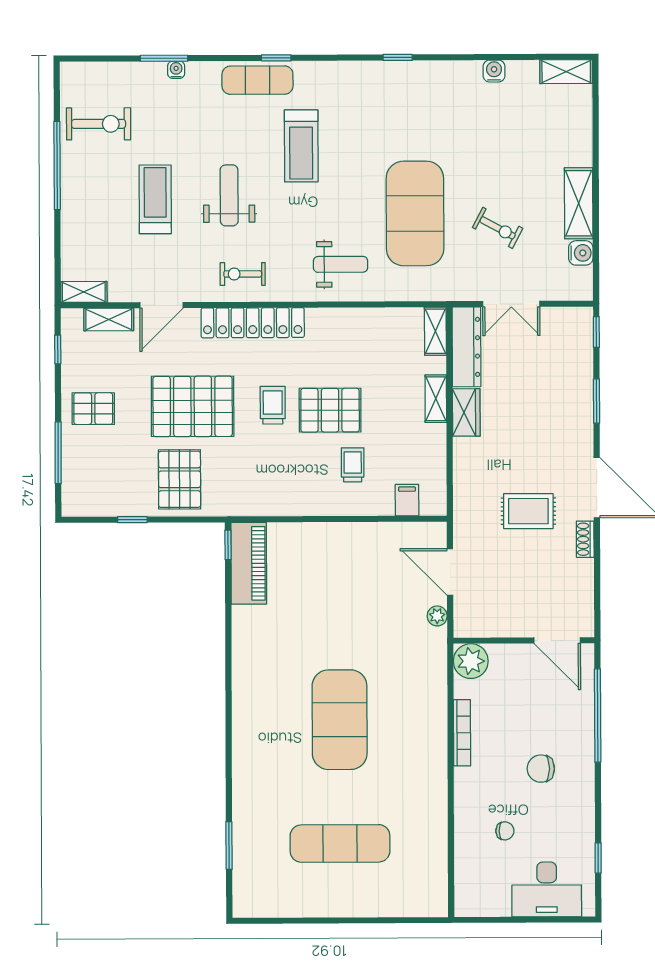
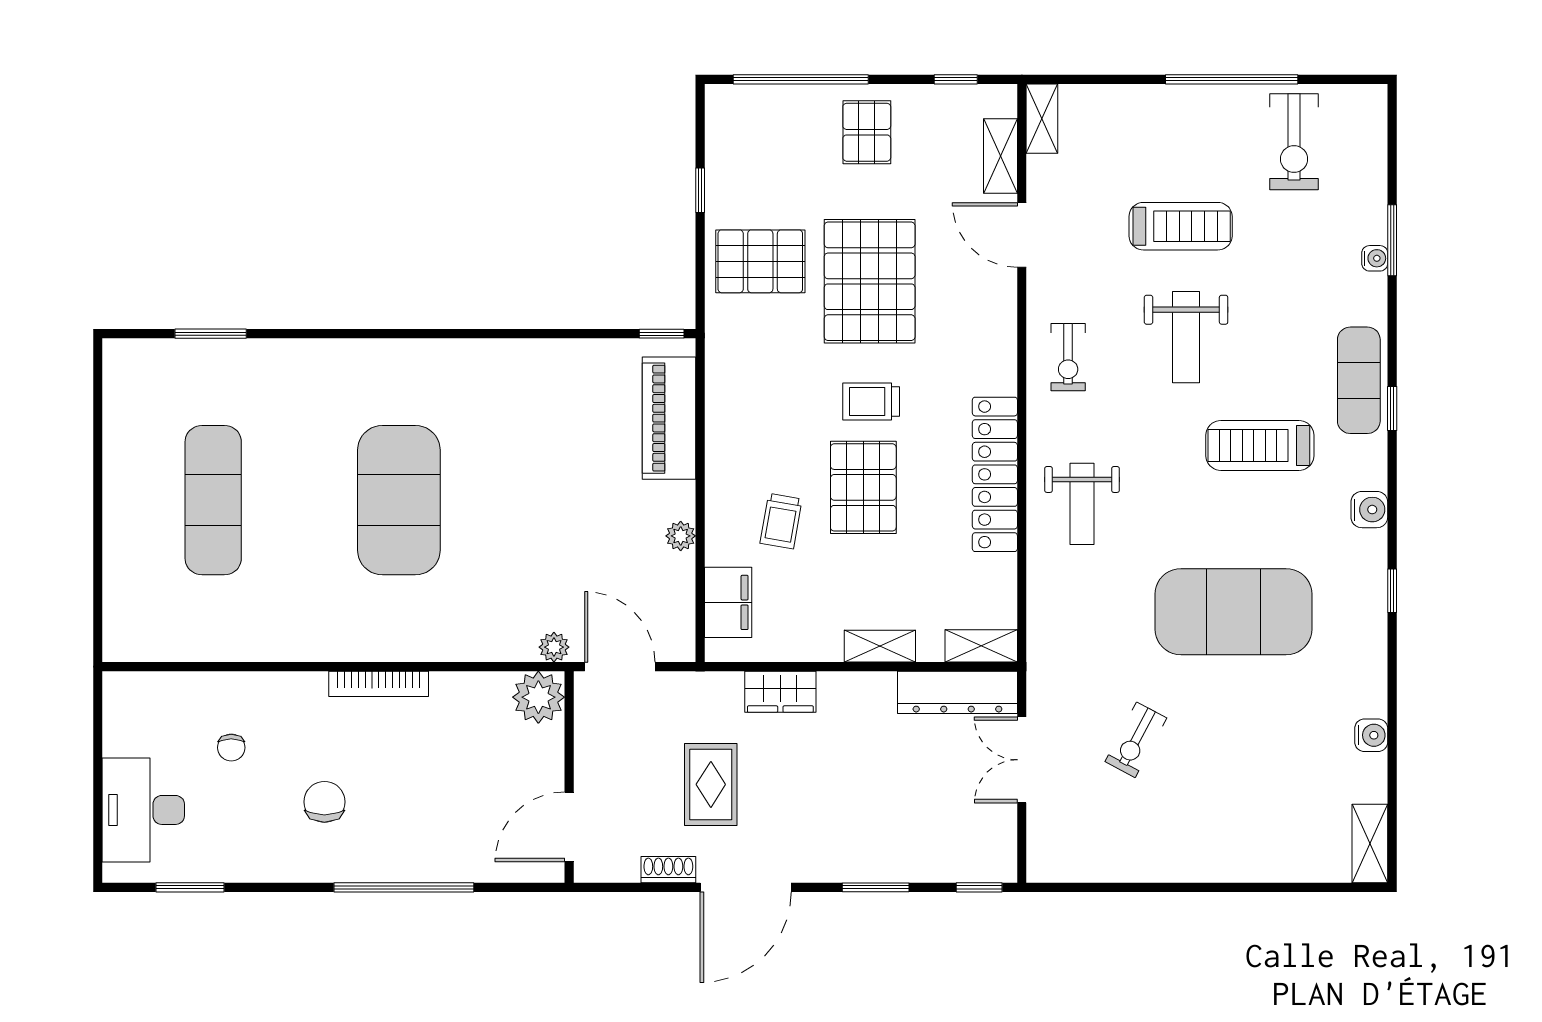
weight bench: (229, 195) -> (1186, 337), turned 90
shelving: (579, 203) -> (1172, 862), removed
exercise mat: (415, 213) -> (1233, 612), moved
water cooler: (581, 253) -> (1369, 510), moved, turned -90
exercise bike: (243, 274) -> (1068, 357), turned 180
locker: (253, 323) -> (995, 474), moved
trolley: (273, 405) -> (871, 401), turned 180
wardrobe: (466, 412) -> (780, 692), moved
window: (58, 453) -> (801, 79), width x1.46
trolley: (353, 465) -> (781, 521), turned 100
filing cabinet: (407, 500) -> (728, 602), width x2.00
plant: (363, 532) -> (681, 536), added
piano: (249, 563) -> (669, 418), moved, turned 90
door: (450, 572) -> (620, 667), hinge flipped
wall: (524, 640) -> (569, 777), moved
door: (557, 640) -> (569, 827), moved
plant: (471, 661) -> (538, 697), moved
exercise mat: (340, 720) -> (399, 500), turned 90
window: (598, 858) -> (190, 887), width x1.50

